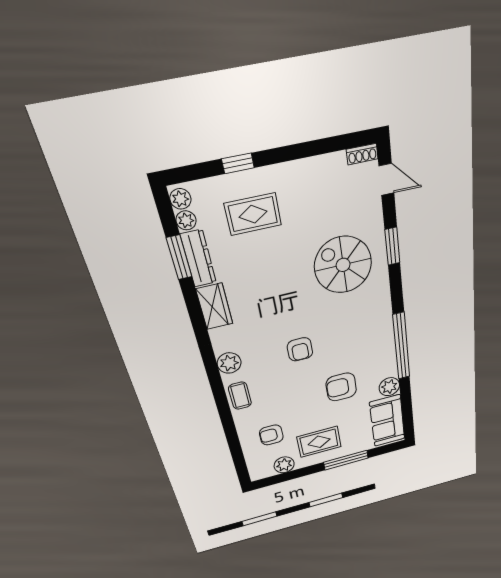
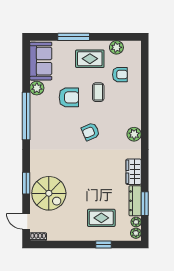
spiral stairs: (343, 265) -> (49, 193), moved
armchair: (300, 349) -> (91, 132), turned -113
coffee table: (240, 396) -> (98, 92), moved

